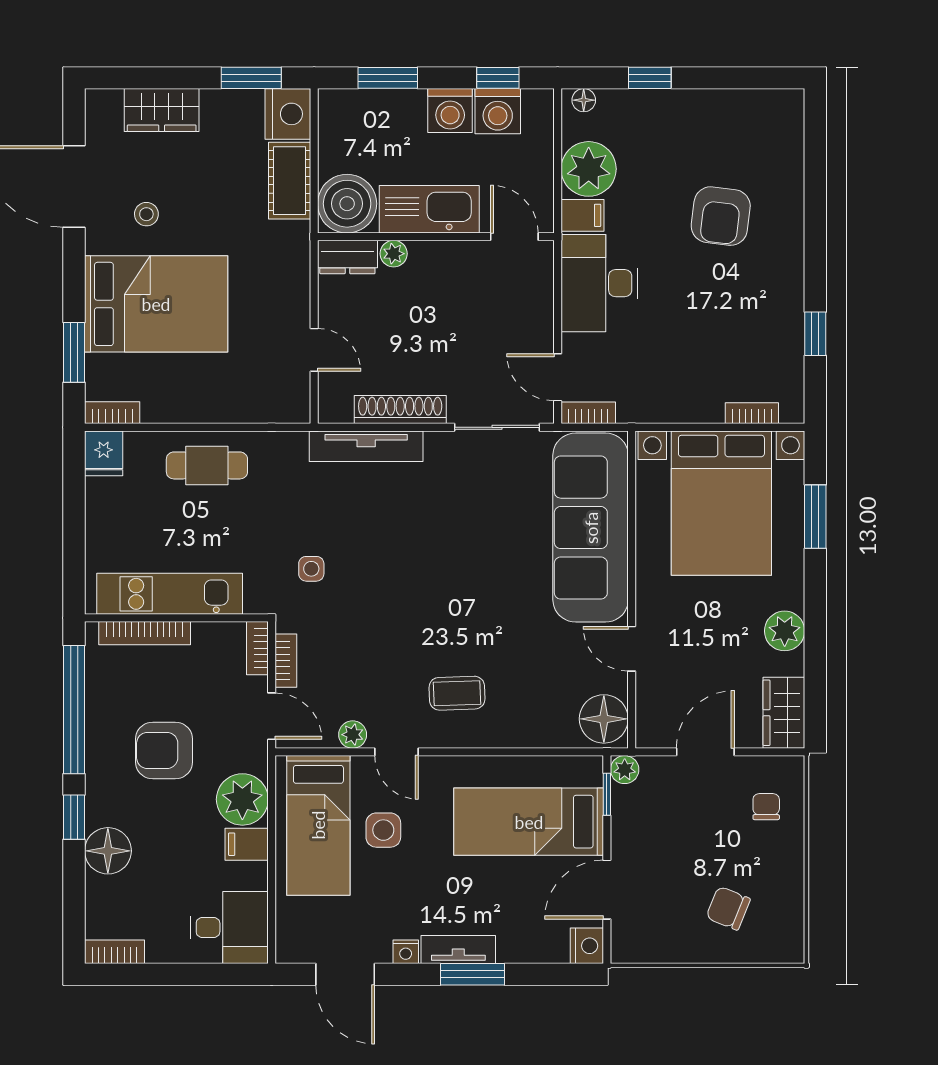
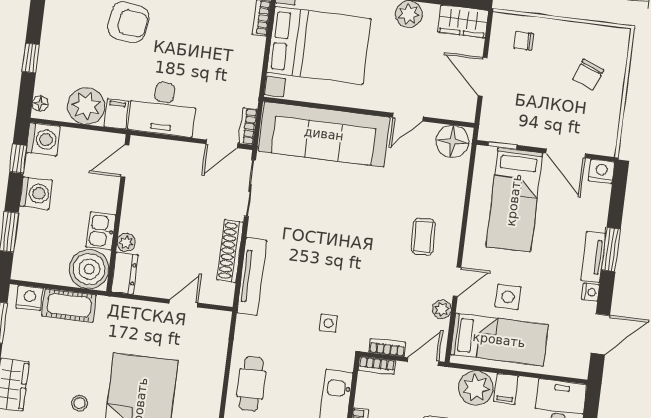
washing machine: (498, 111) -> (43, 139), moved
nightstand: (288, 114) -> (30, 298), width x0.74, depth x0.75
kitchen sink: (429, 209) -> (101, 231), width x0.53, depth x0.81
plant: (625, 770) -> (488, 132), removed

